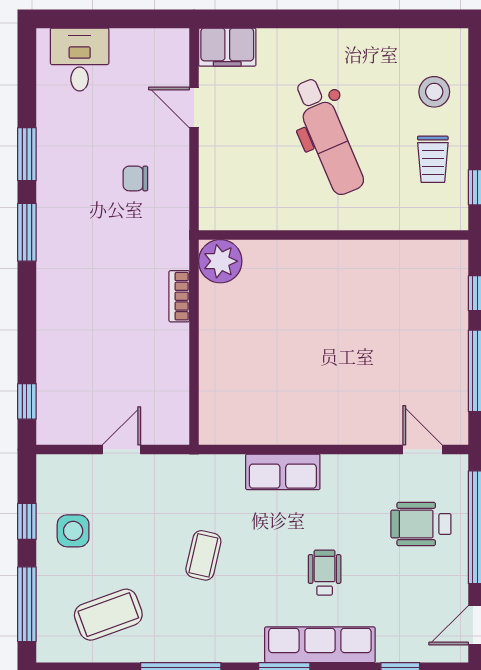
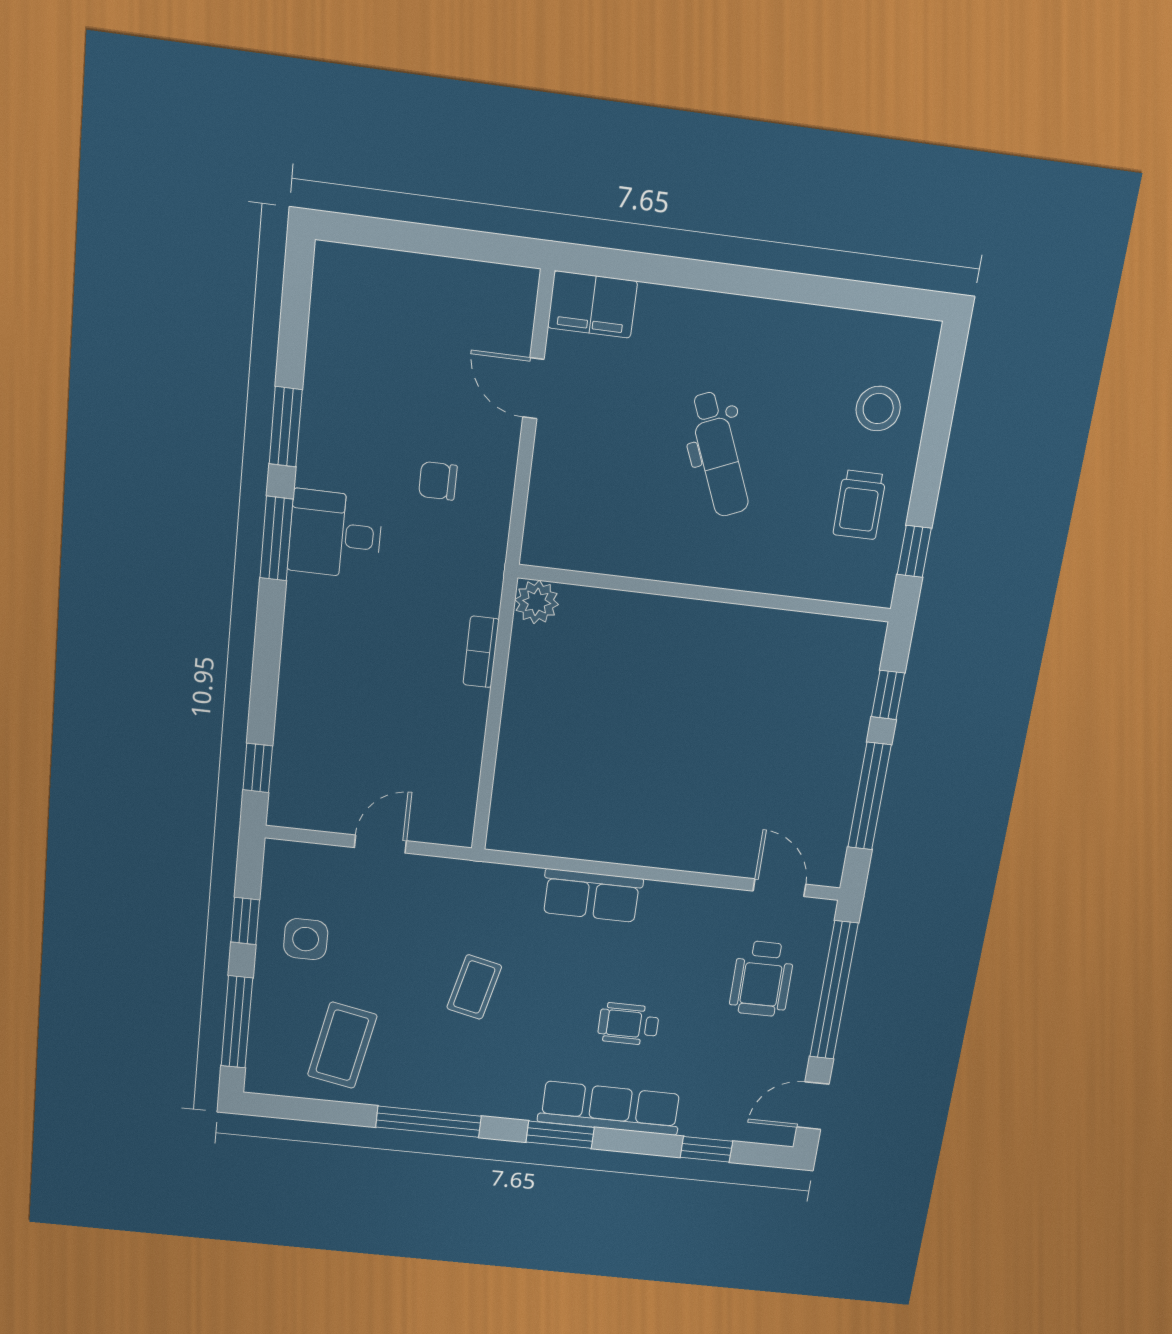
desk: (80, 59) -> (335, 534), moved, turned -90
dental chair: (328, 136) -> (719, 454), width x0.73, depth x0.72
plant: (220, 261) -> (537, 602), width x0.73, depth x0.73
wheelchair: (421, 524) -> (762, 979), turned -90
wheelchair: (325, 573) -> (628, 1024), turned -90
coffee table: (108, 615) -> (342, 1045), turned -59

